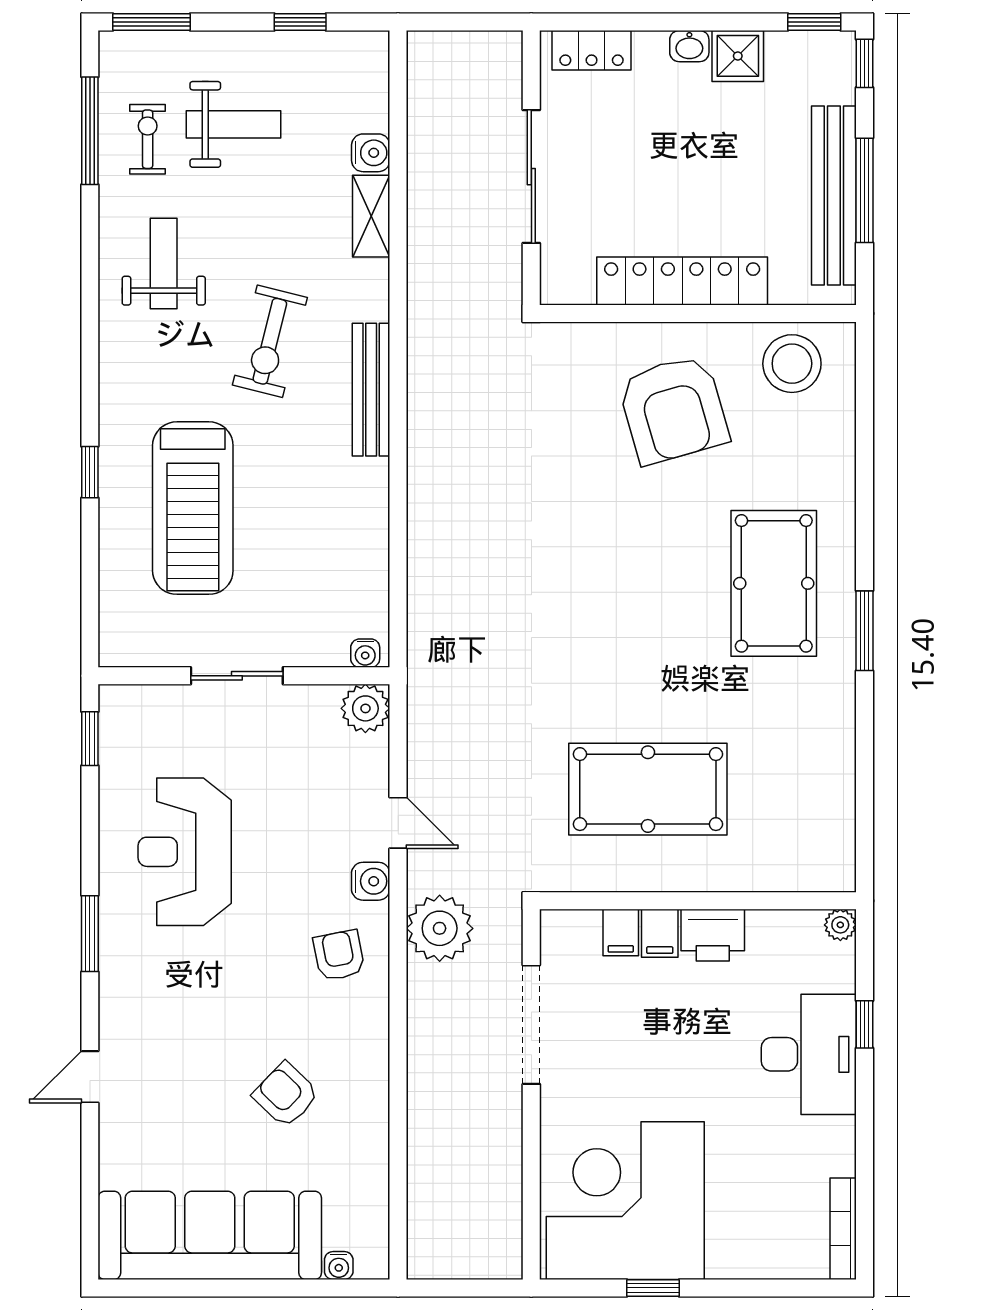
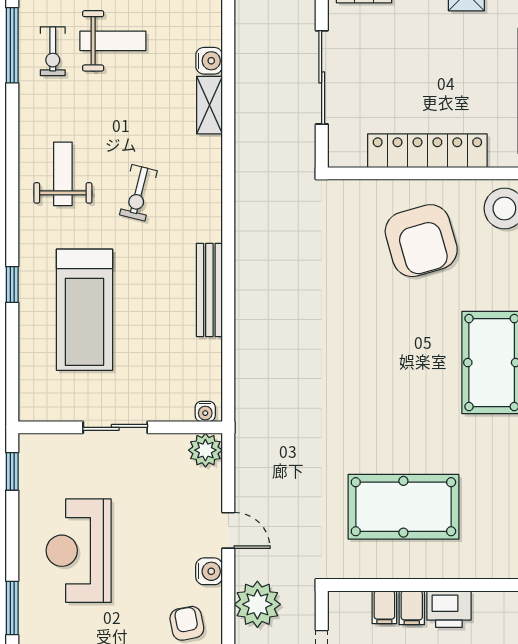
exercise bike: (148, 139) -> (53, 51), turned 180
weight bench: (164, 263) -> (63, 174), moved
exercise bike: (270, 341) -> (138, 193), width x0.73, depth x0.72
bench: (371, 390) -> (209, 290), moved

